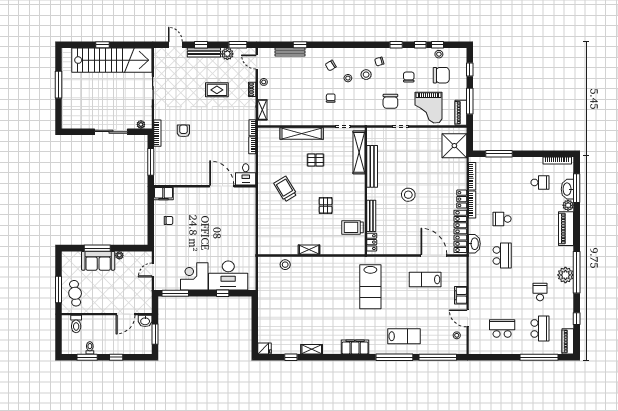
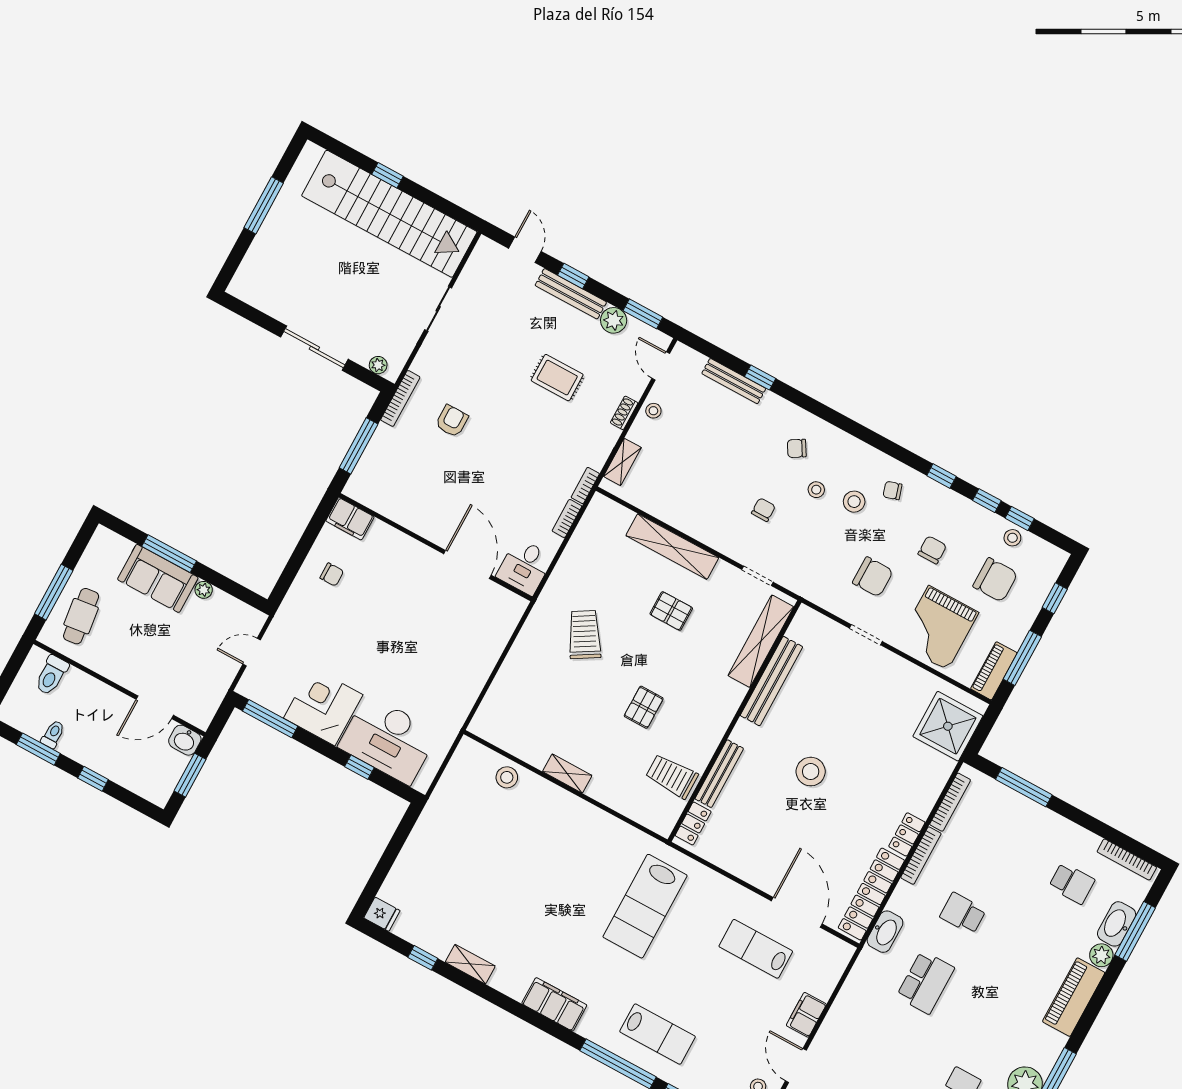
chair: (390, 101) -> (873, 577), turned -90

